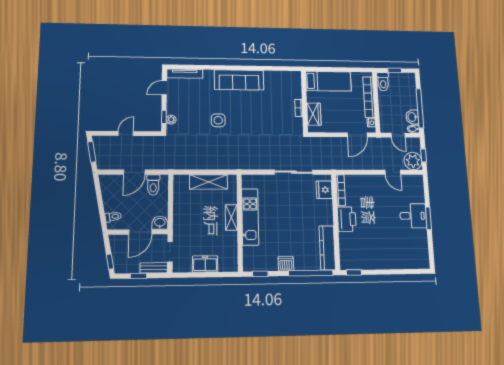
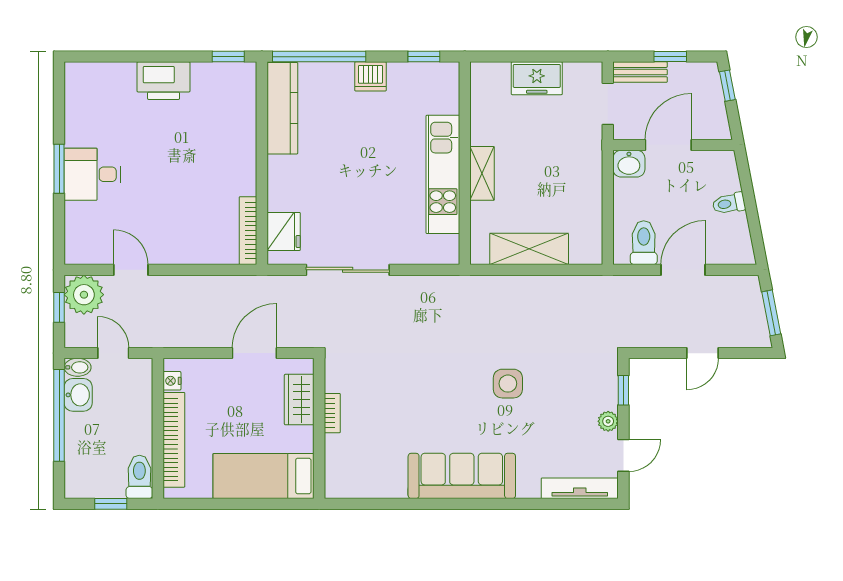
plant: (171, 120) -> (608, 421), moved
door: (357, 135) -> (254, 353), moved
toilet: (113, 217) -> (729, 203), moved
printer: (347, 219) -> (164, 81), moved, turned -90

